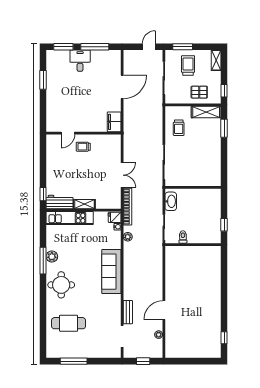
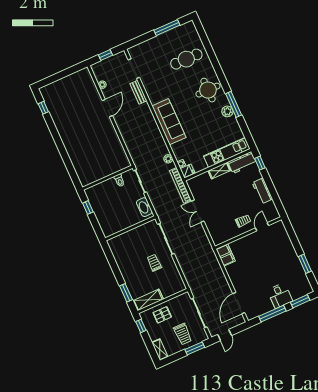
door: (122, 87) -> (239, 303), moved
trolley: (179, 128) -> (154, 263), moved
workbench: (52, 167) -> (262, 191), added

